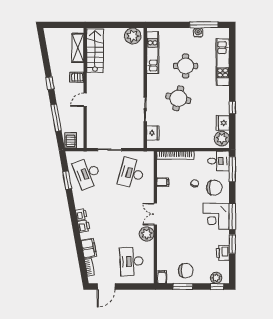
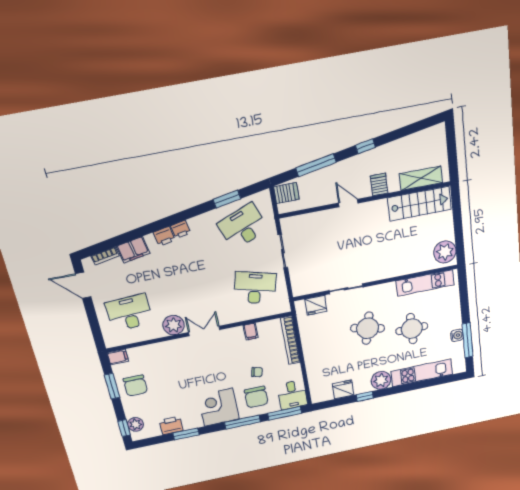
plant: (222, 139) -> (381, 380), moved
window: (232, 216) -> (242, 422), moved

